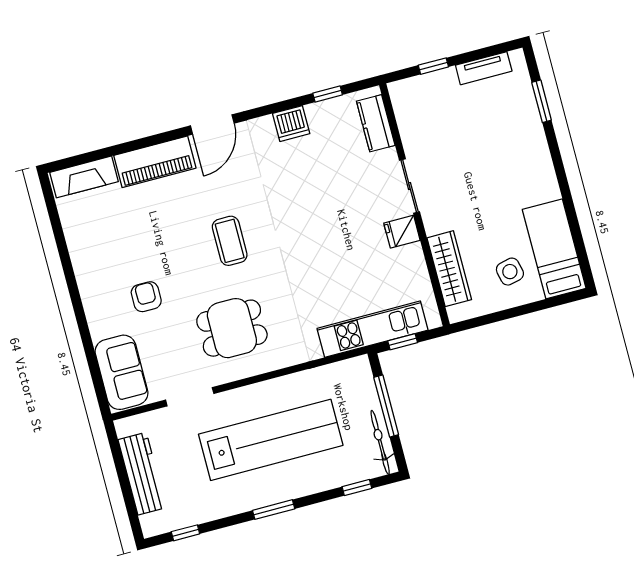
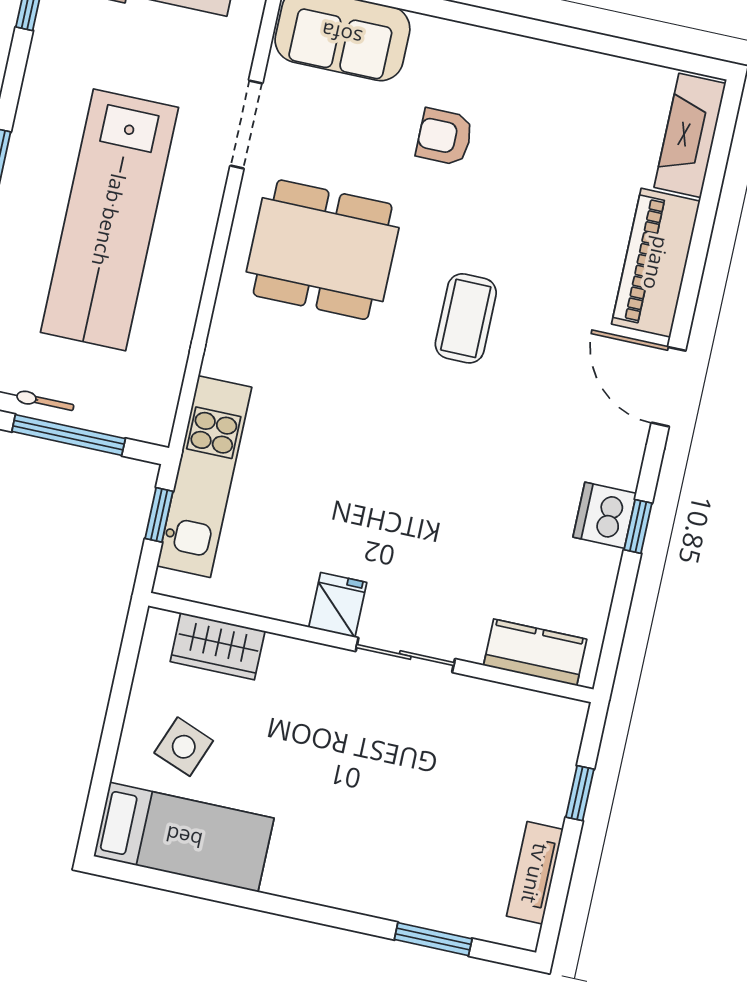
window: (328, 94) -> (638, 526), moved
coffee table: (230, 241) -> (466, 318), turned 90
wardrobe: (449, 269) -> (218, 646), width x0.67
side table: (510, 272) -> (184, 747), turned 34
armchair: (146, 297) -> (444, 137), turned 180
dining table: (232, 328) -> (323, 250), width x1.38

